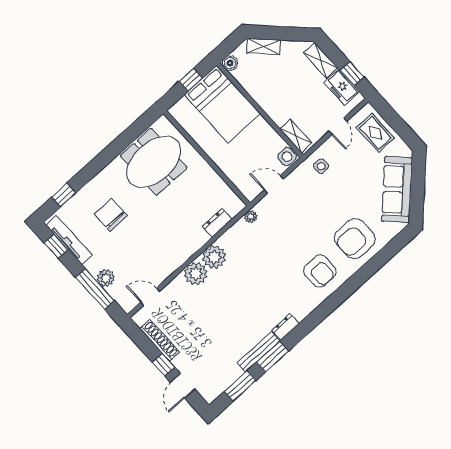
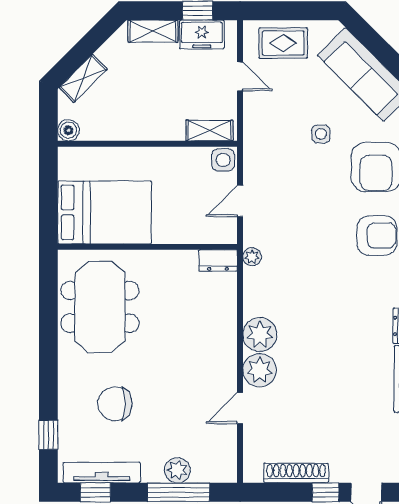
window: (191, 80) -> (48, 188), removed
bed: (222, 104) -> (105, 212), moved
side table: (321, 166) -> (321, 134), moved
dresser: (217, 223) -> (218, 260), moved, turned -90
door: (150, 297) -> (240, 408), moved

